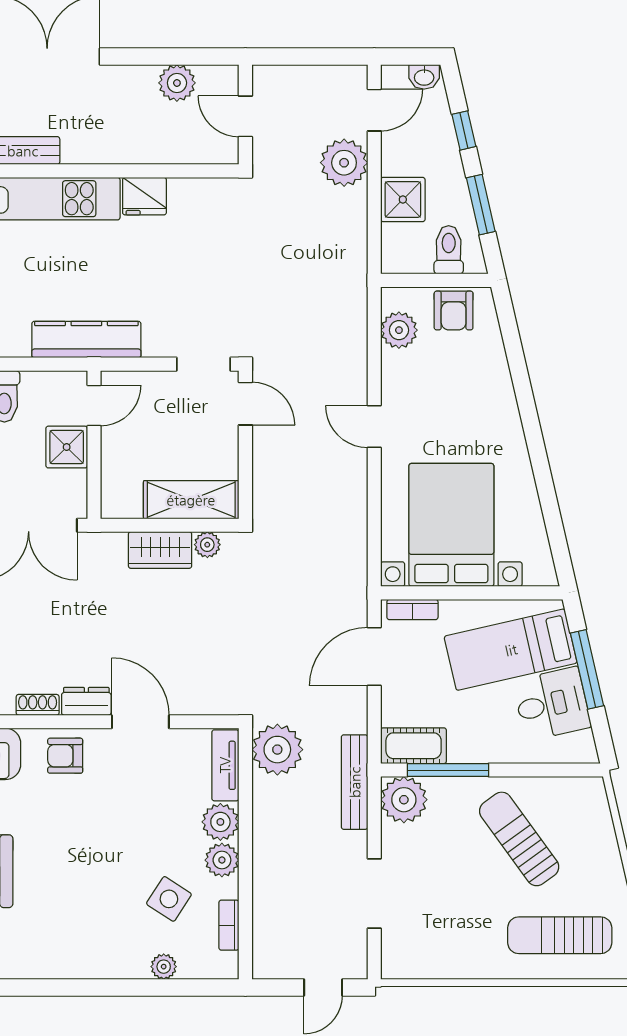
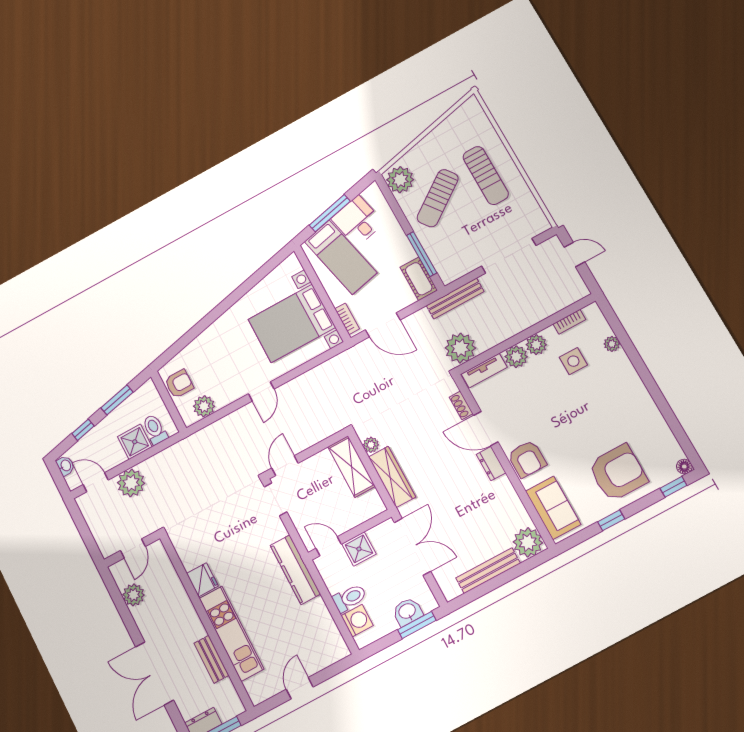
toilet: (449, 250) -> (155, 429), moved, turned 90
wardrobe: (160, 550) -> (392, 477), width x1.50
shoe rack: (38, 705) -> (461, 405), moved
door: (140, 722) -> (486, 429), hinge flipped
armchair: (65, 756) -> (527, 459), width x1.38, depth x1.38
plant: (404, 800) -> (400, 180), moved
doorway: (374, 893) -> (509, 256), width x1.36
side table: (169, 899) -> (573, 361), turned -33
sun lounger: (560, 935) -> (486, 175), moved

